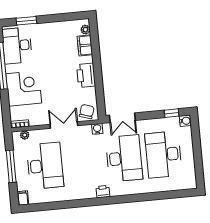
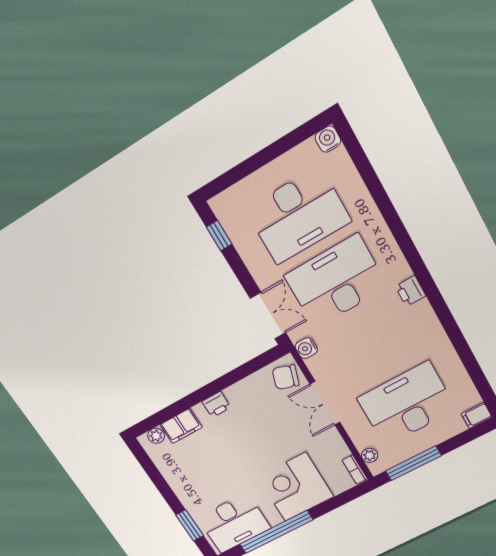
printer: (86, 75) -> (216, 404), width x0.53, depth x0.68
water cooler: (185, 121) -> (328, 139), moved
window: (11, 166) -> (413, 463), moved

